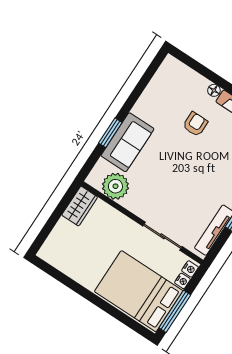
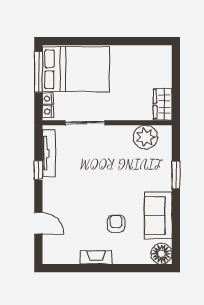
floor lamp: (214, 90) -> (161, 254), moved, width x1.89, depth x1.89
armchair: (195, 124) -> (116, 224), turned 180
sofa: (127, 142) -> (158, 215), moved

